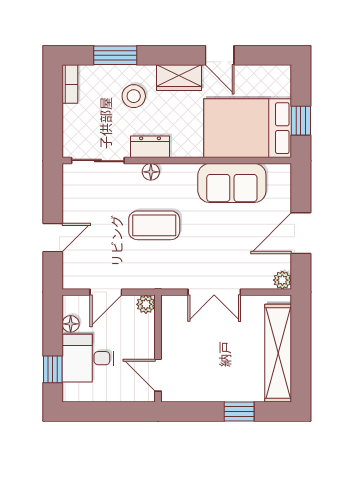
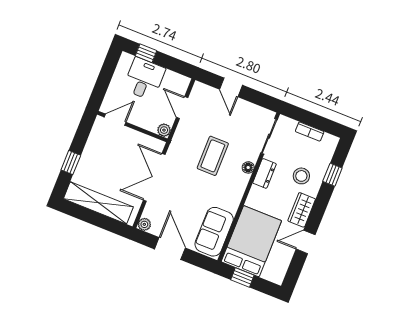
window: (115, 55) -> (332, 175), width x0.67
bookcase: (70, 84) -> (310, 132), moved
sofa: (232, 183) -> (214, 232), moved
double door: (214, 292) -> (154, 177), width x1.37
floor lamp: (71, 324) -> (171, 76), removed

